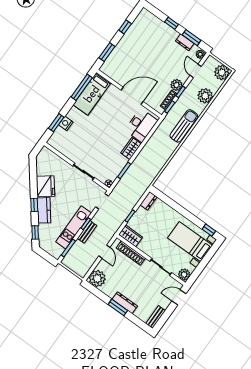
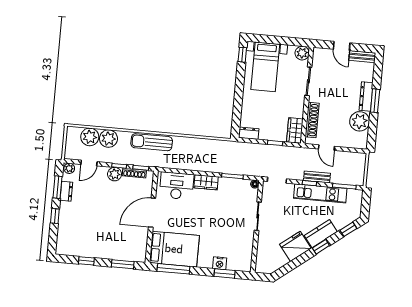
plant: (222, 73) -> (90, 137), moved
bed: (92, 94) -> (174, 249), width x1.50
door: (132, 96) -> (152, 213), hinge flipped
door: (104, 252) -> (326, 148), swing flipped
plant: (97, 279) -> (360, 121), moved
door: (179, 297) -> (342, 46), moved

